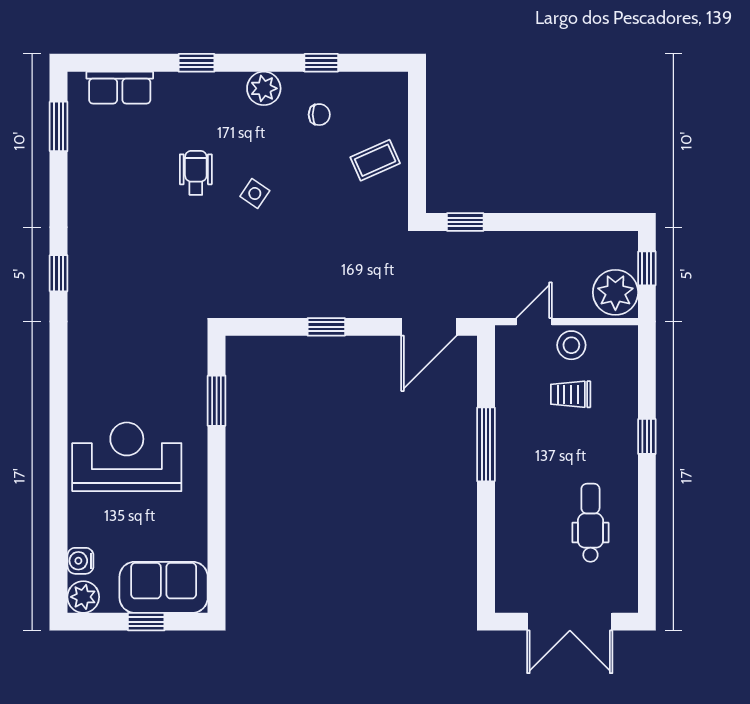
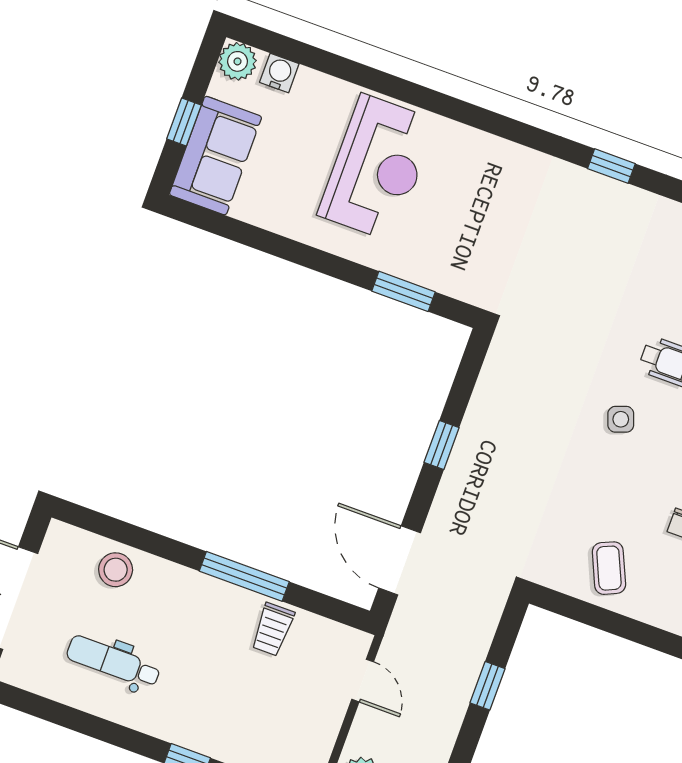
side table: (255, 193) -> (621, 419), turned 36
window: (465, 222) -> (488, 686), moved
stool: (571, 345) -> (116, 570), moved
trolley: (571, 394) -> (273, 629), moved, turned 180
dental chair: (590, 523) -> (113, 662), turned 180

